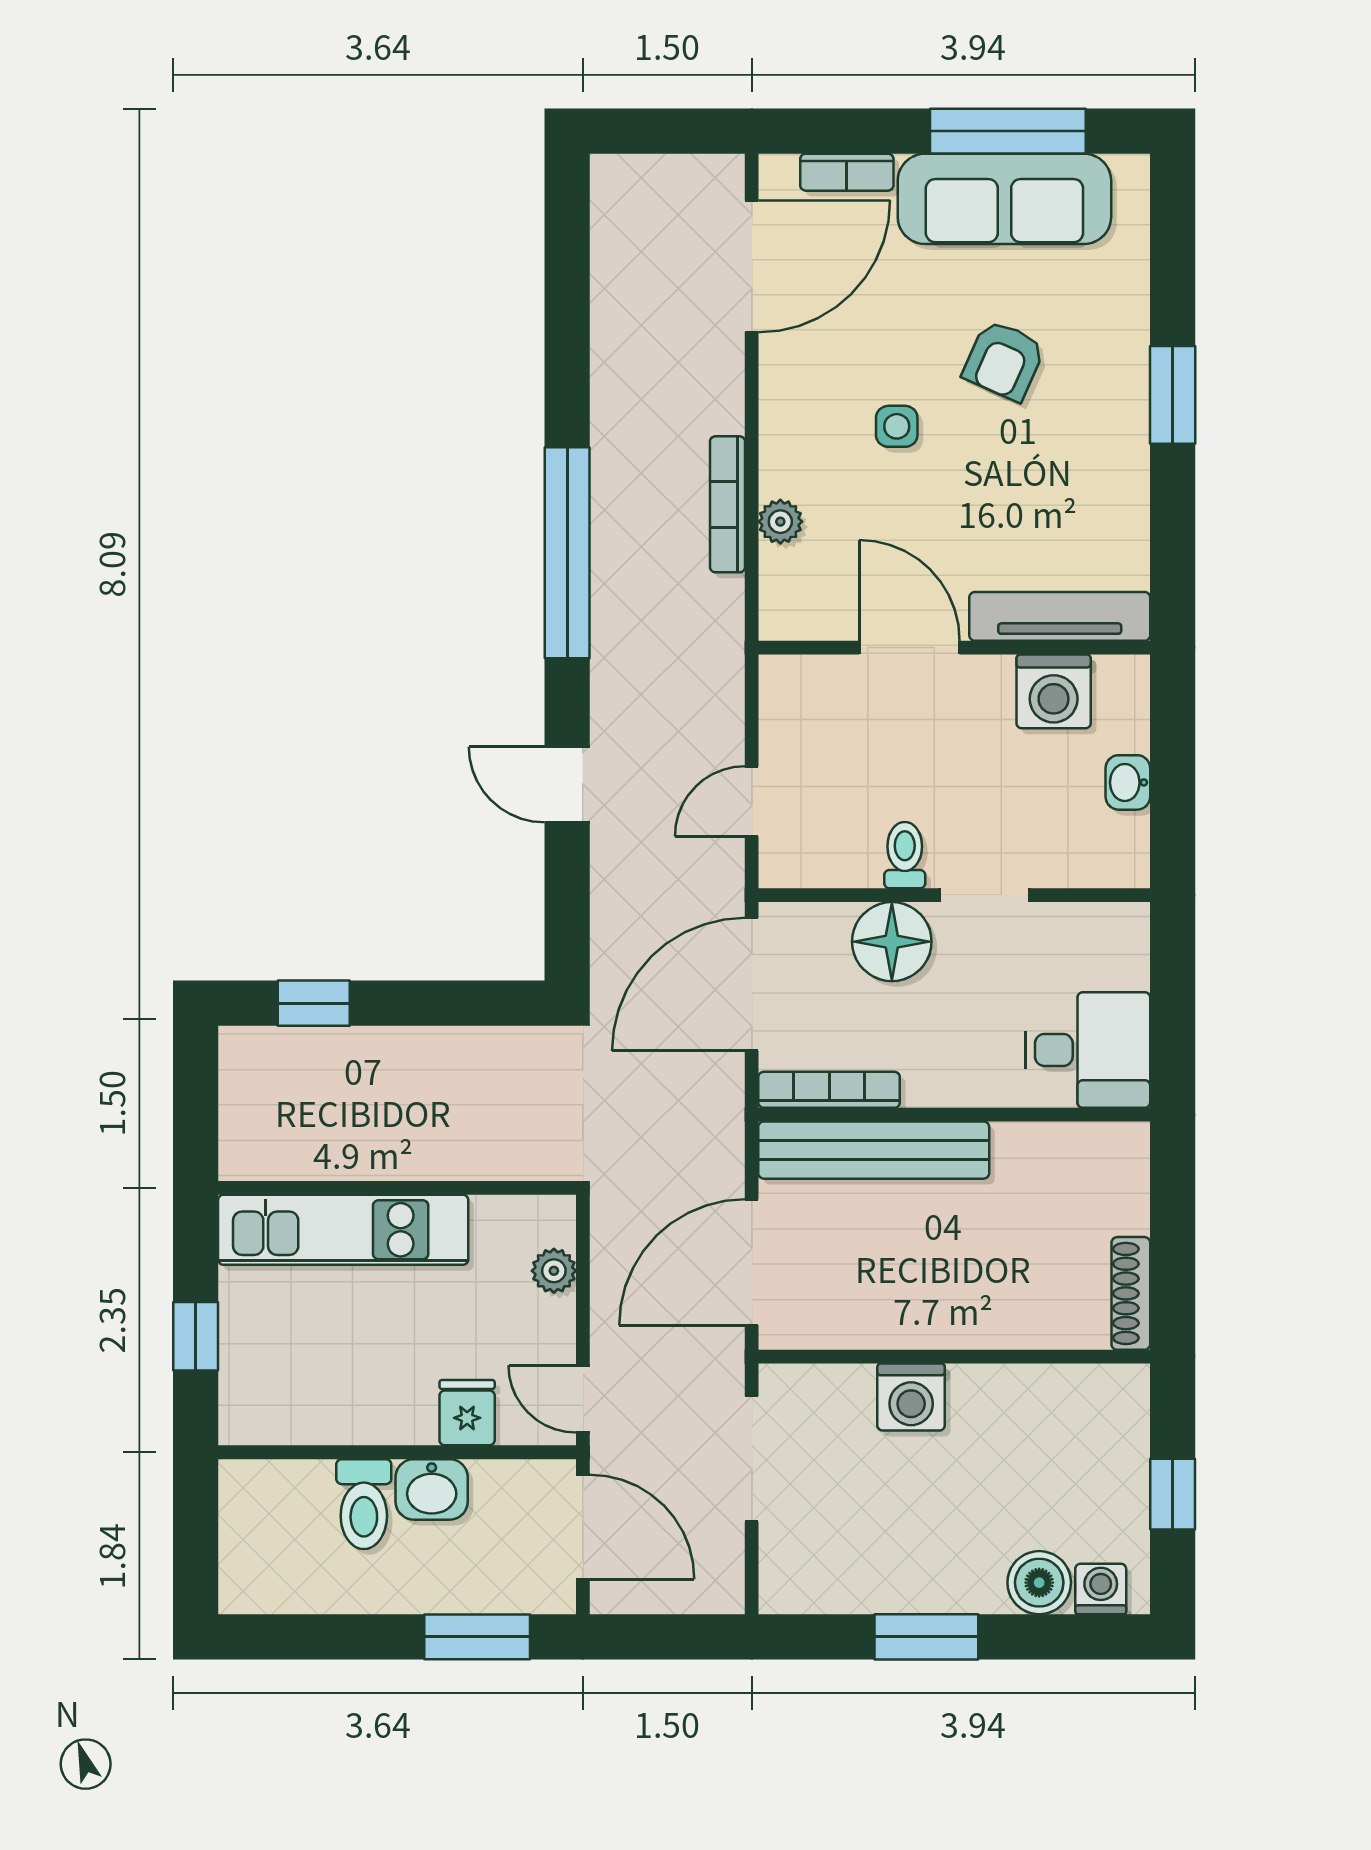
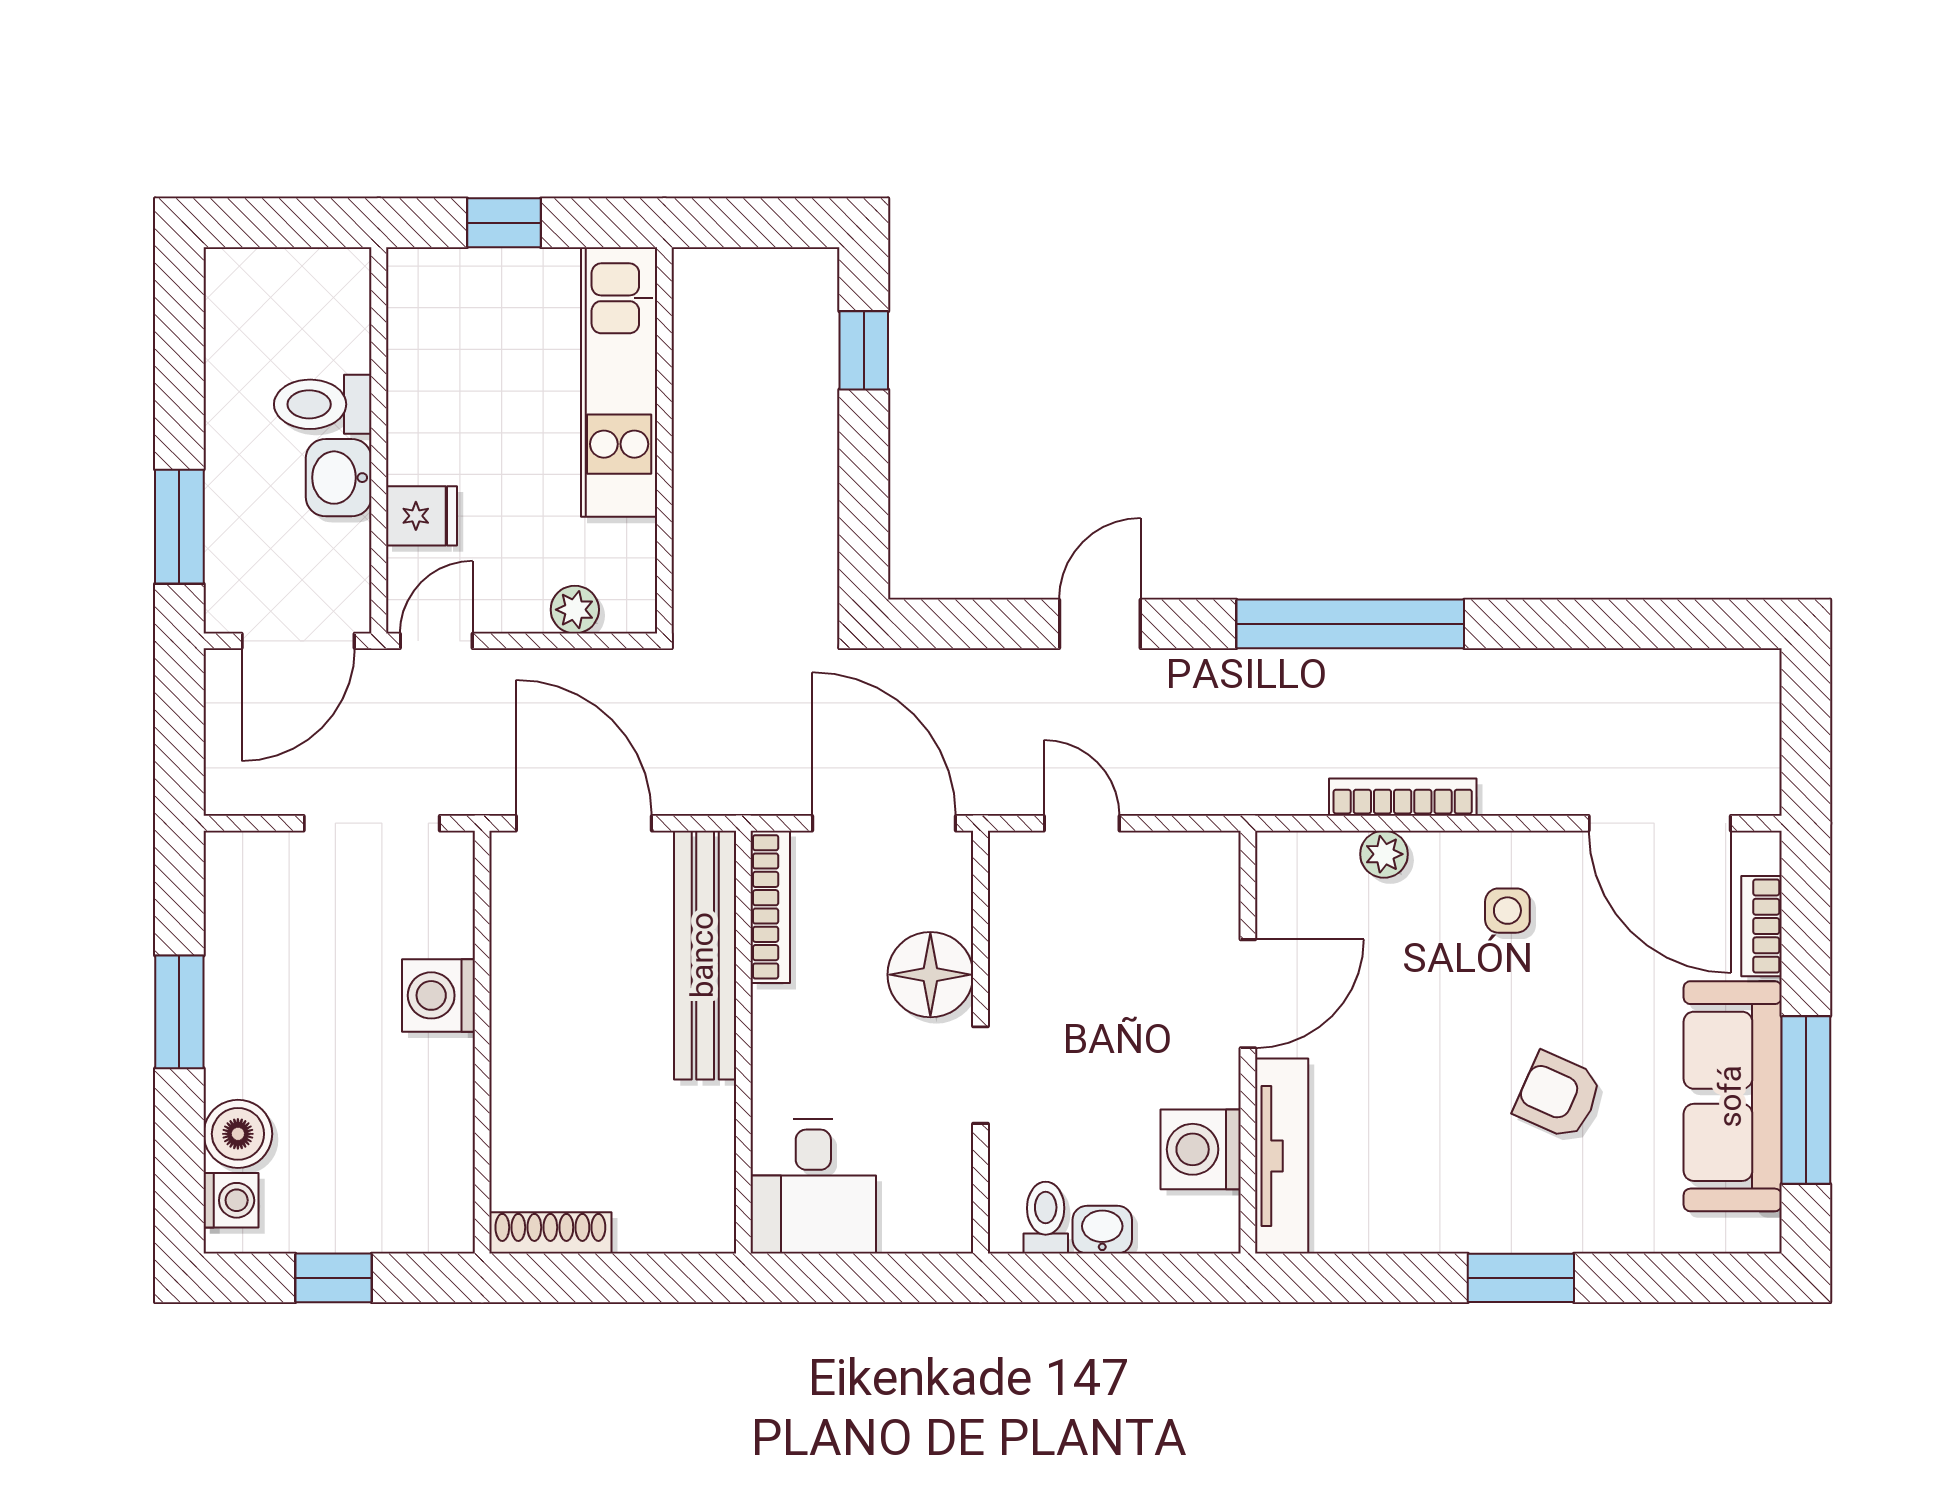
side table: (897, 426) -> (1507, 911), moved
toilet: (905, 855) -> (1046, 1218), moved, turned -90

